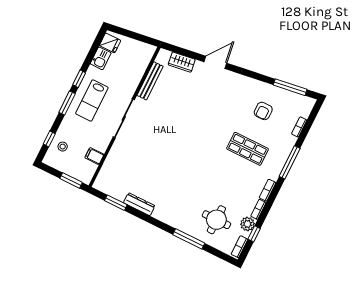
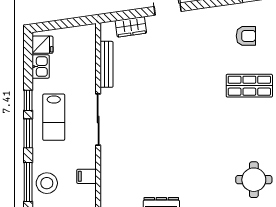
armchair: (263, 111) -> (246, 36), turned -90
window: (49, 139) -> (28, 182), width x2.17
stool: (63, 147) -> (47, 183), width x1.89, depth x1.89

